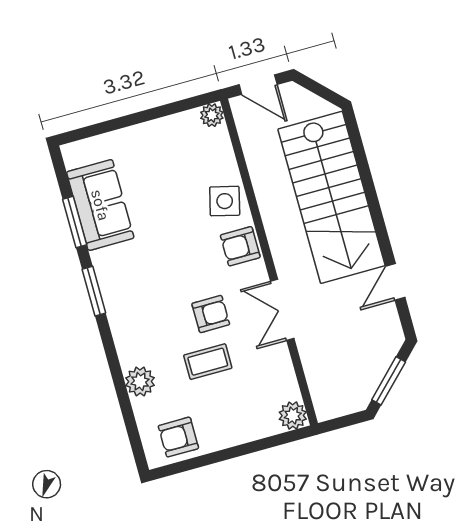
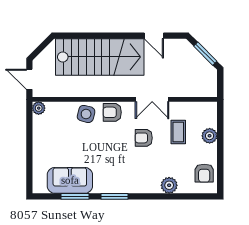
door: (258, 85) -> (29, 79), swing flipped
armchair: (240, 246) -> (112, 112), turned 90
armchair: (211, 314) -> (144, 138), turned -90
coffee table: (208, 362) -> (178, 132), moved
plant: (293, 416) -> (210, 136), moved

